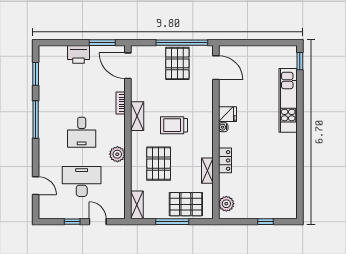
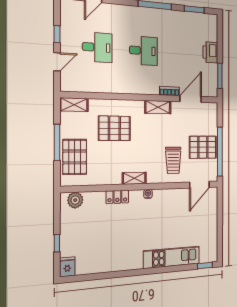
door: (128, 66) -> (191, 99), moved
fridge: (228, 114) -> (67, 267), moved, turned 180
trolley: (174, 125) -> (173, 160), moved, turned 180
desk: (82, 132) -> (143, 51), turned 180
plant: (117, 154) -> (123, 86), removed
shelving: (207, 171) -> (134, 178), moved
desk: (82, 181) -> (97, 47), width x0.73

